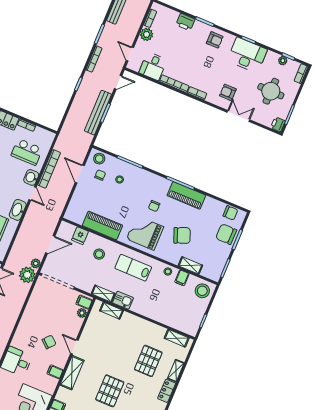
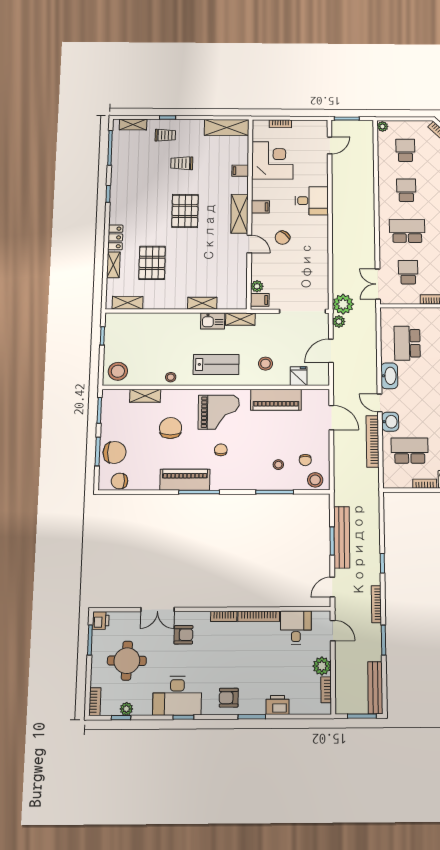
door: (80, 174) -> (331, 418), moved
chair: (182, 235) -> (171, 428), turned 112
filing cabinet: (182, 278) -> (150, 377), removed
shelving: (111, 311) -> (202, 303), moved

